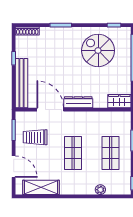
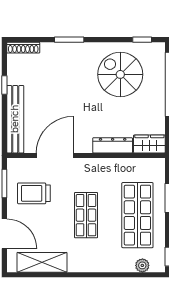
dresser: (78, 102) -> (113, 145), moved
door: (50, 110) -> (55, 156), hinge flipped
shop shelf: (111, 153) -> (137, 215), width x1.43, depth x1.36
plant: (100, 190) -> (142, 265), moved

